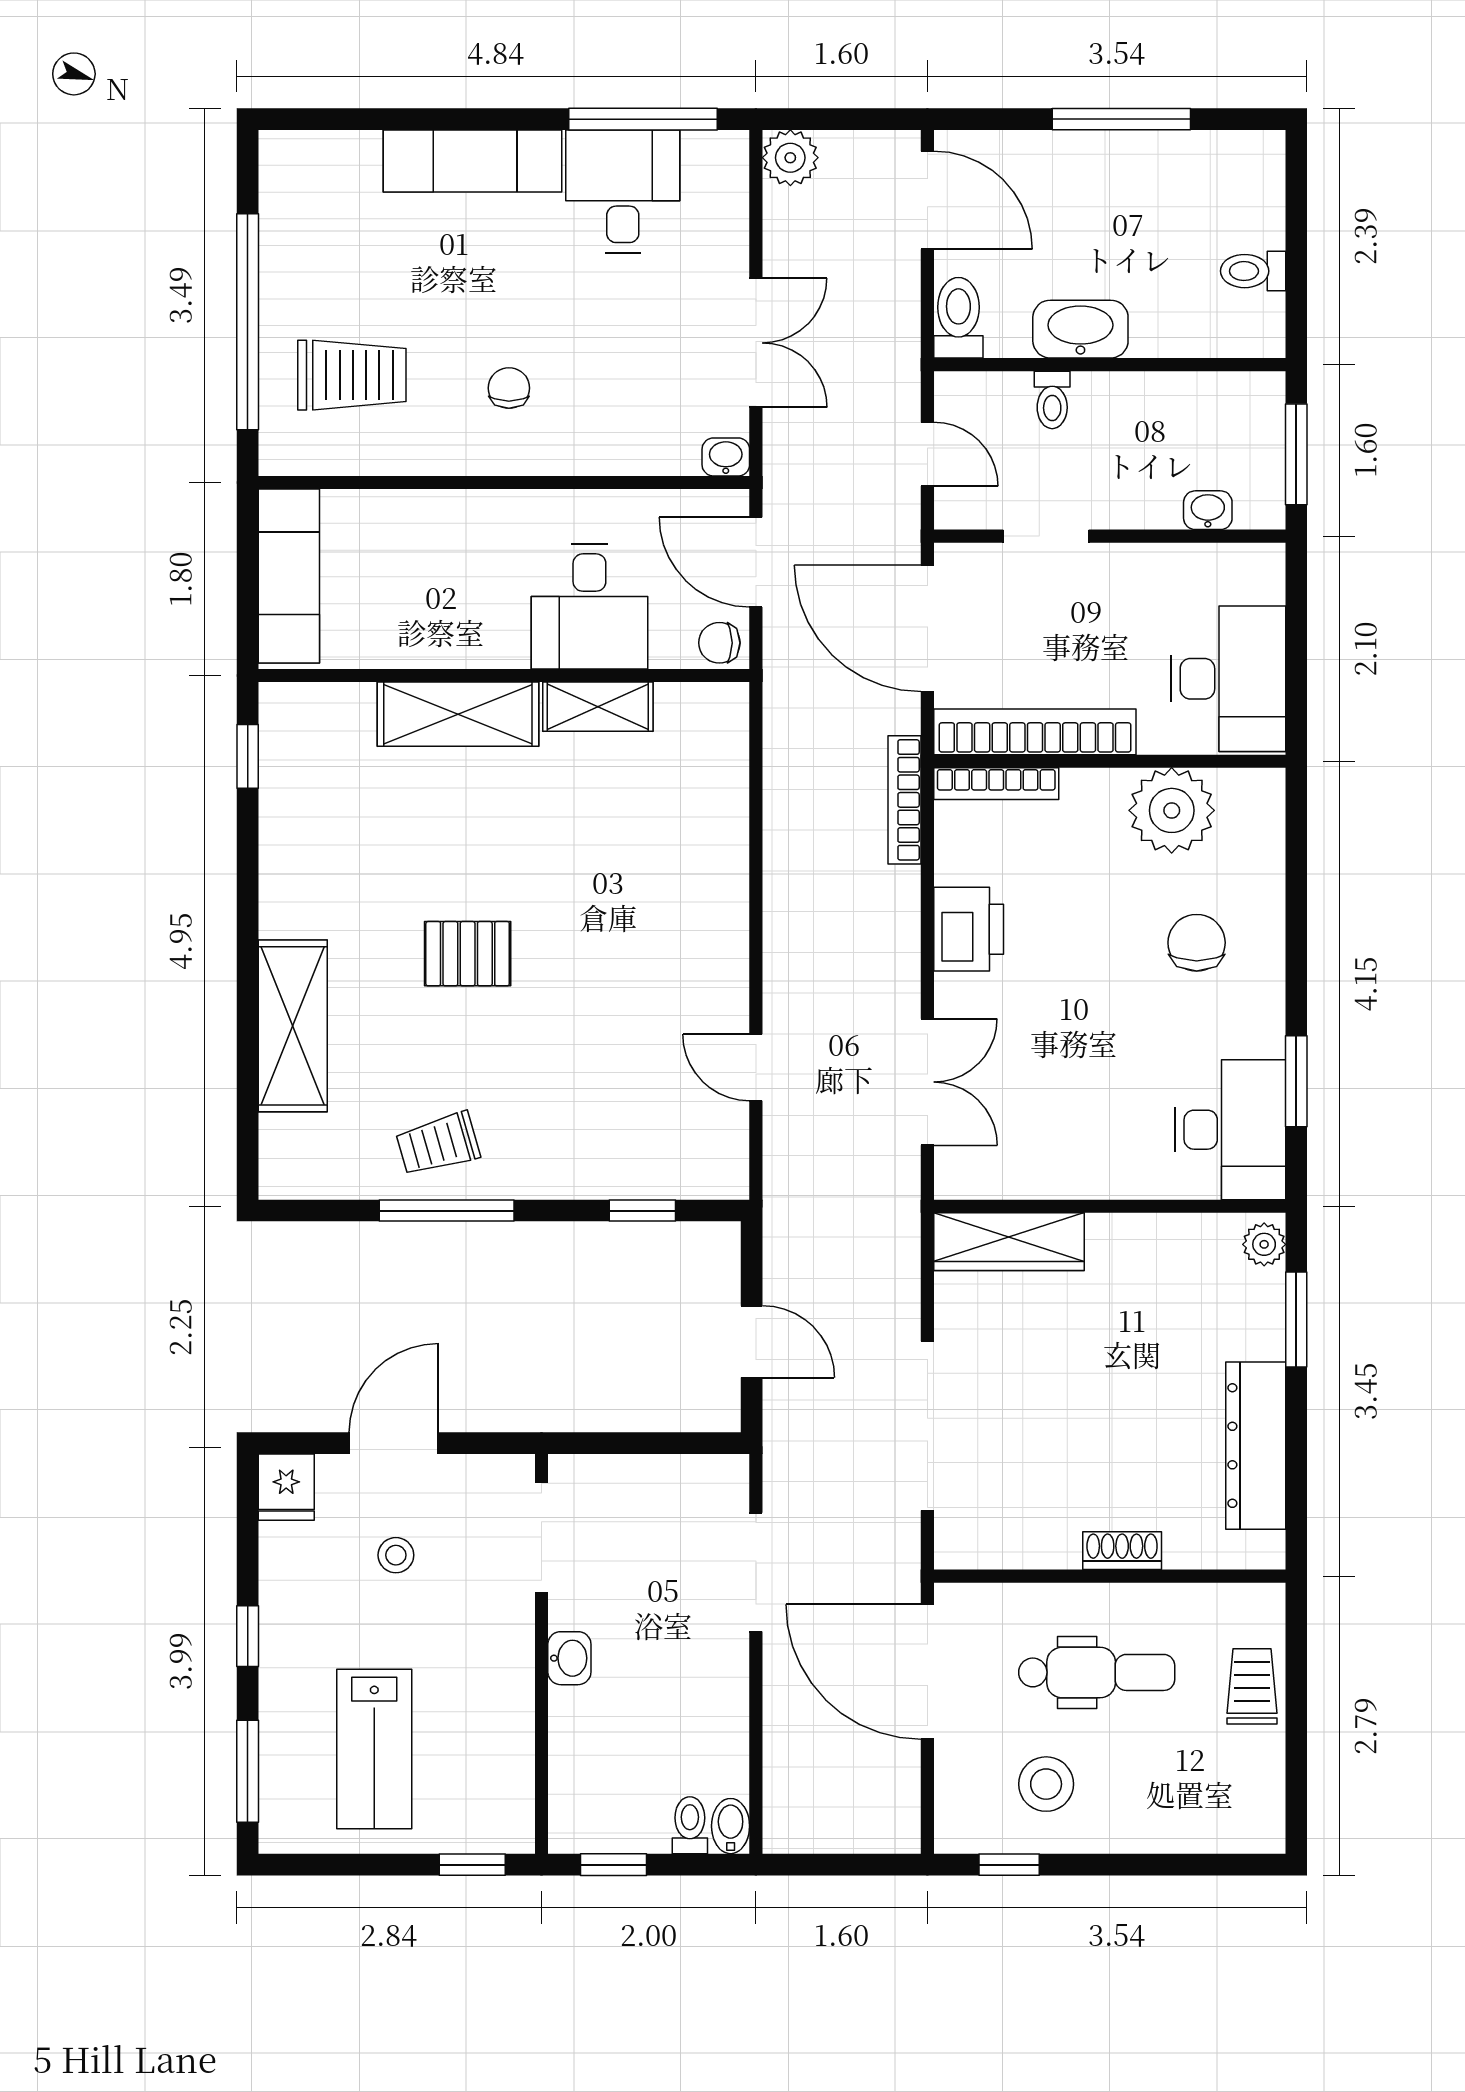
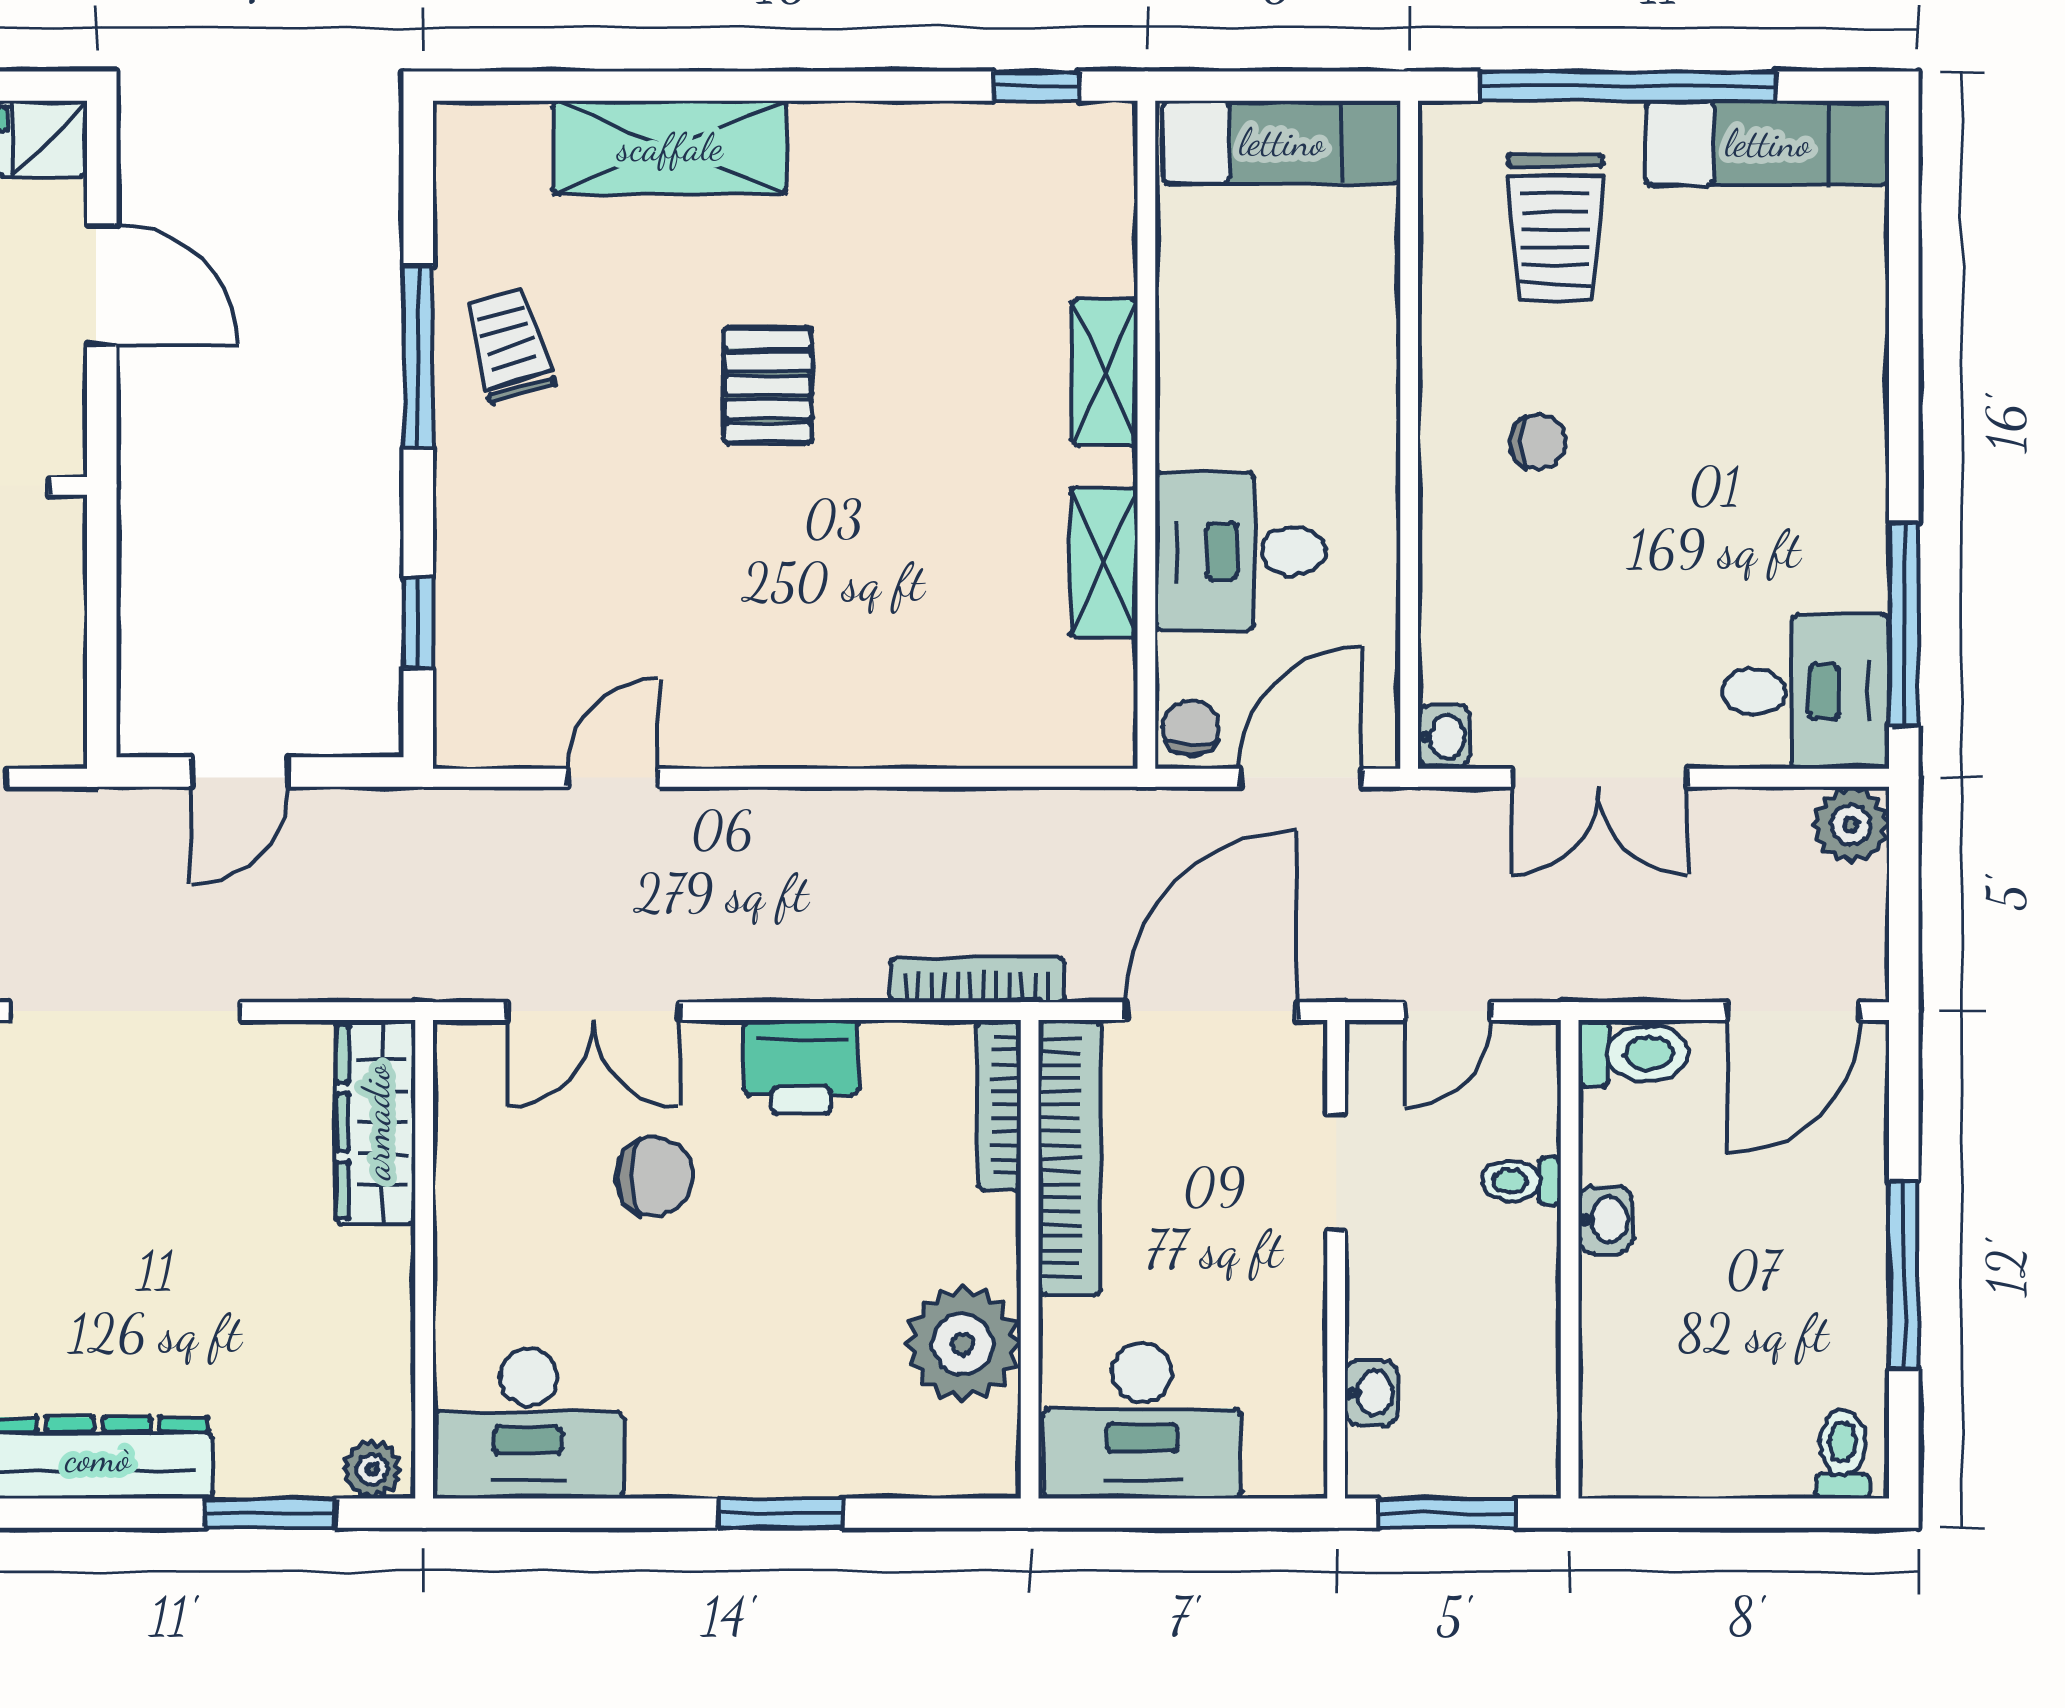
exam couch: (472, 161) -> (1768, 143), moved, turned -90
desk: (623, 191) -> (1806, 692), moved
toilet: (1253, 271) -> (1843, 1454), moved
washbasin: (1080, 329) -> (1606, 1219), width x0.52, depth x0.69
shelving: (458, 714) -> (1105, 372), width x0.67, depth x0.75
chair: (1197, 943) -> (655, 1177), moved
window: (1296, 1081) -> (780, 1513), moved

